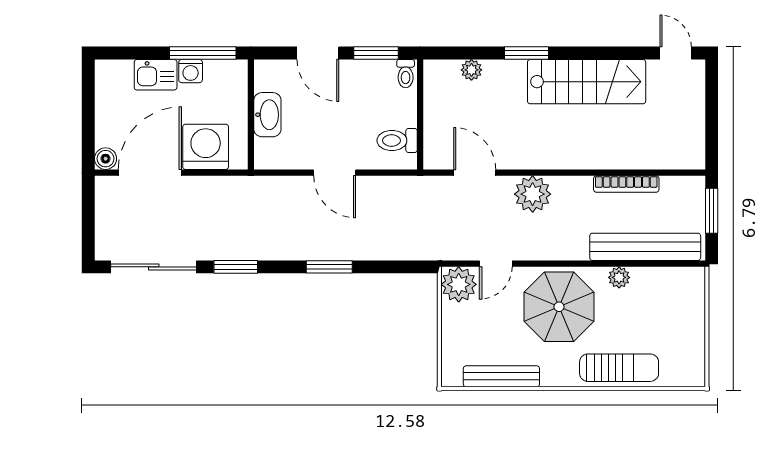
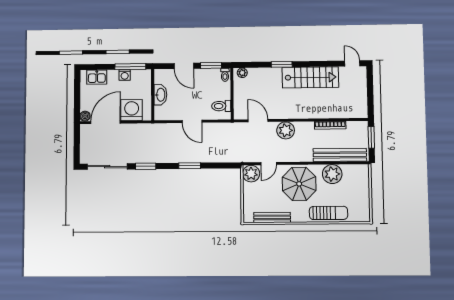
plant: (471, 70) -> (242, 73), moved
kitchen sink: (156, 75) -> (97, 77), moved
plant: (619, 277) -> (332, 174), width x1.87, depth x1.87

